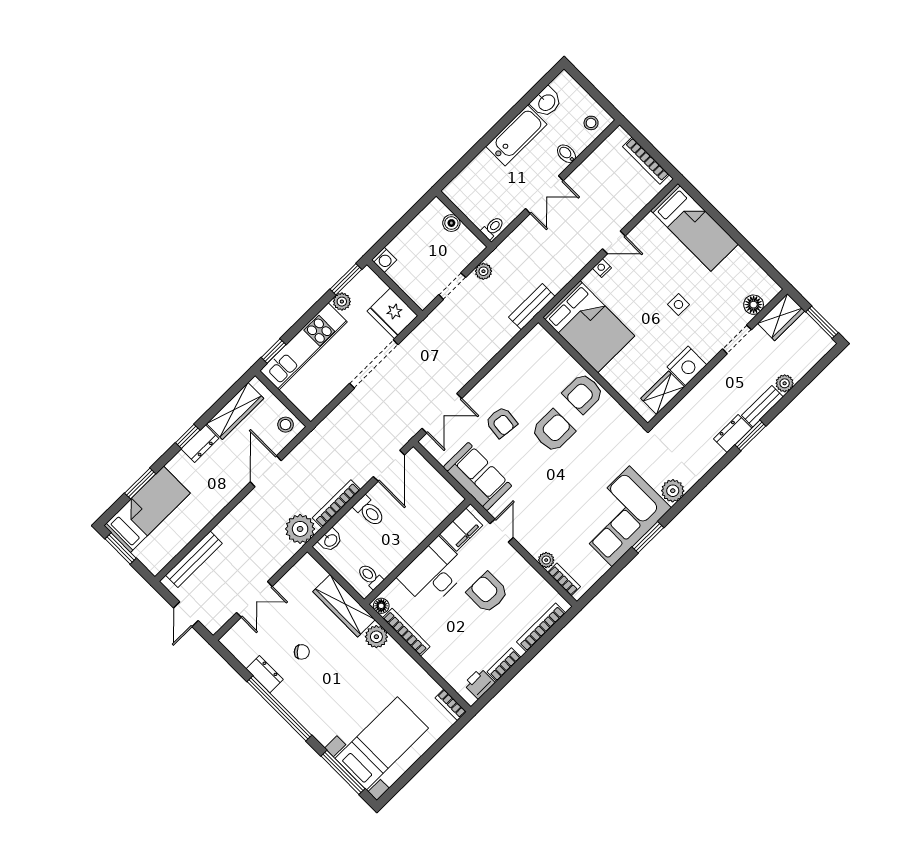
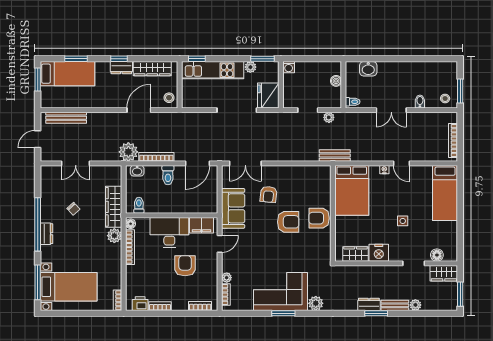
window: (599, 98) -> (460, 91), added
washbasin: (546, 102) -> (368, 69), moved
bathtub: (516, 135) -> (405, 70), removed
bookcase: (541, 627) -> (200, 306), width x0.64
dresser: (265, 674) -> (46, 234), moved

